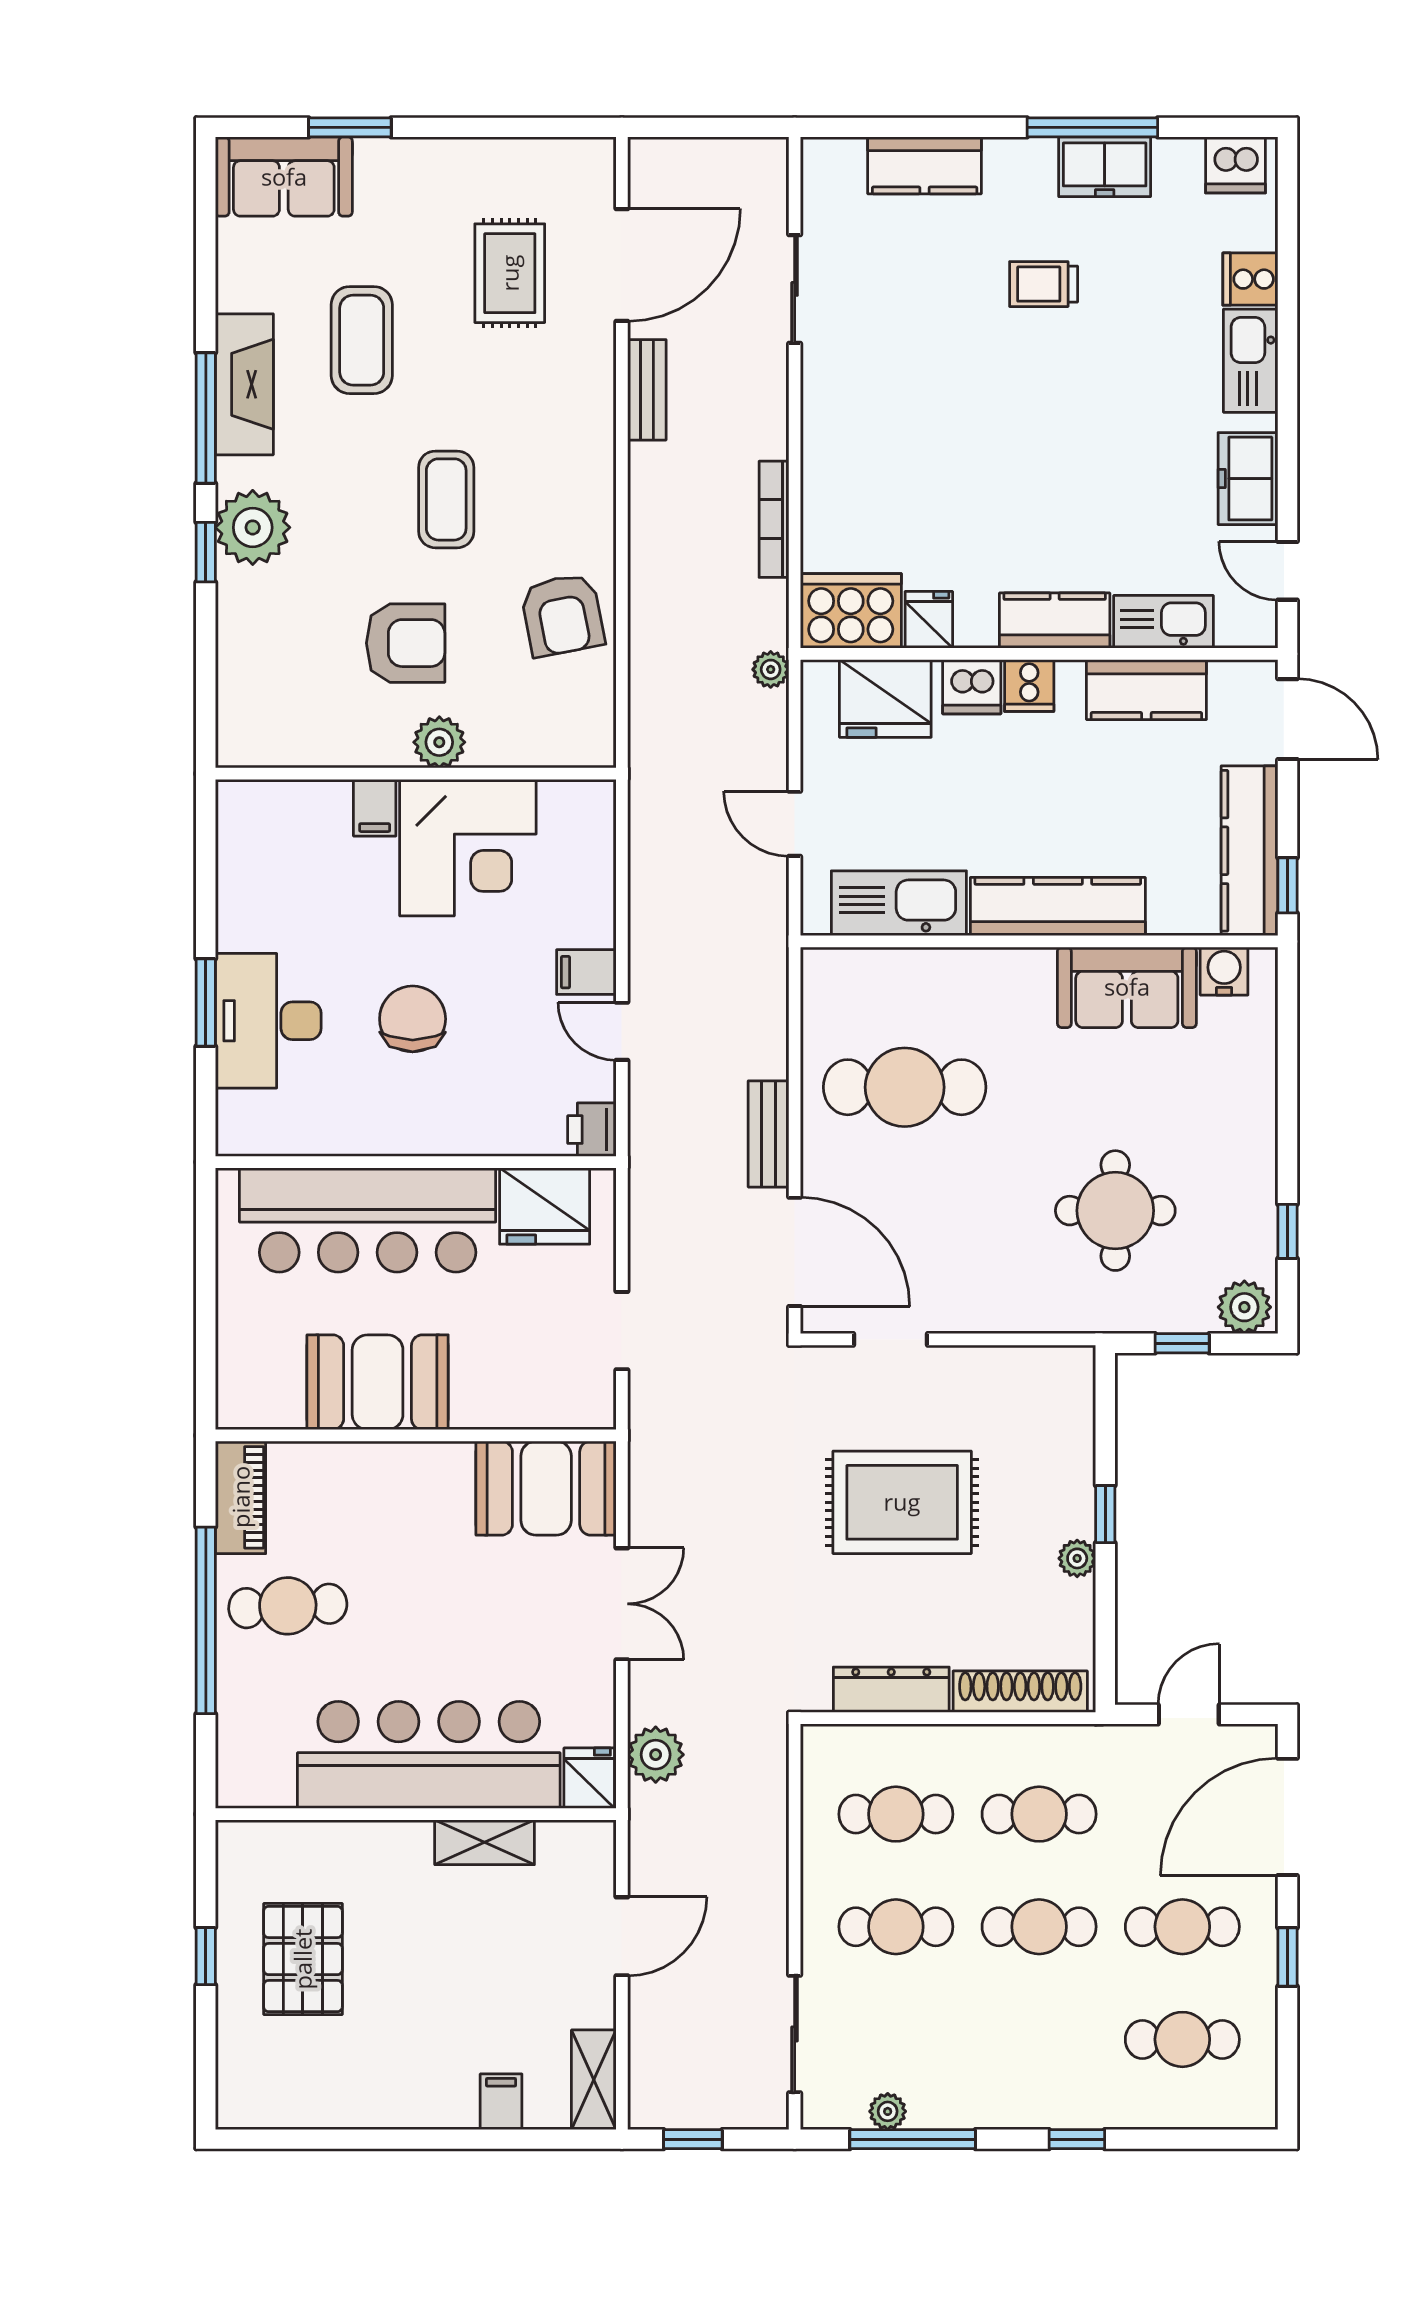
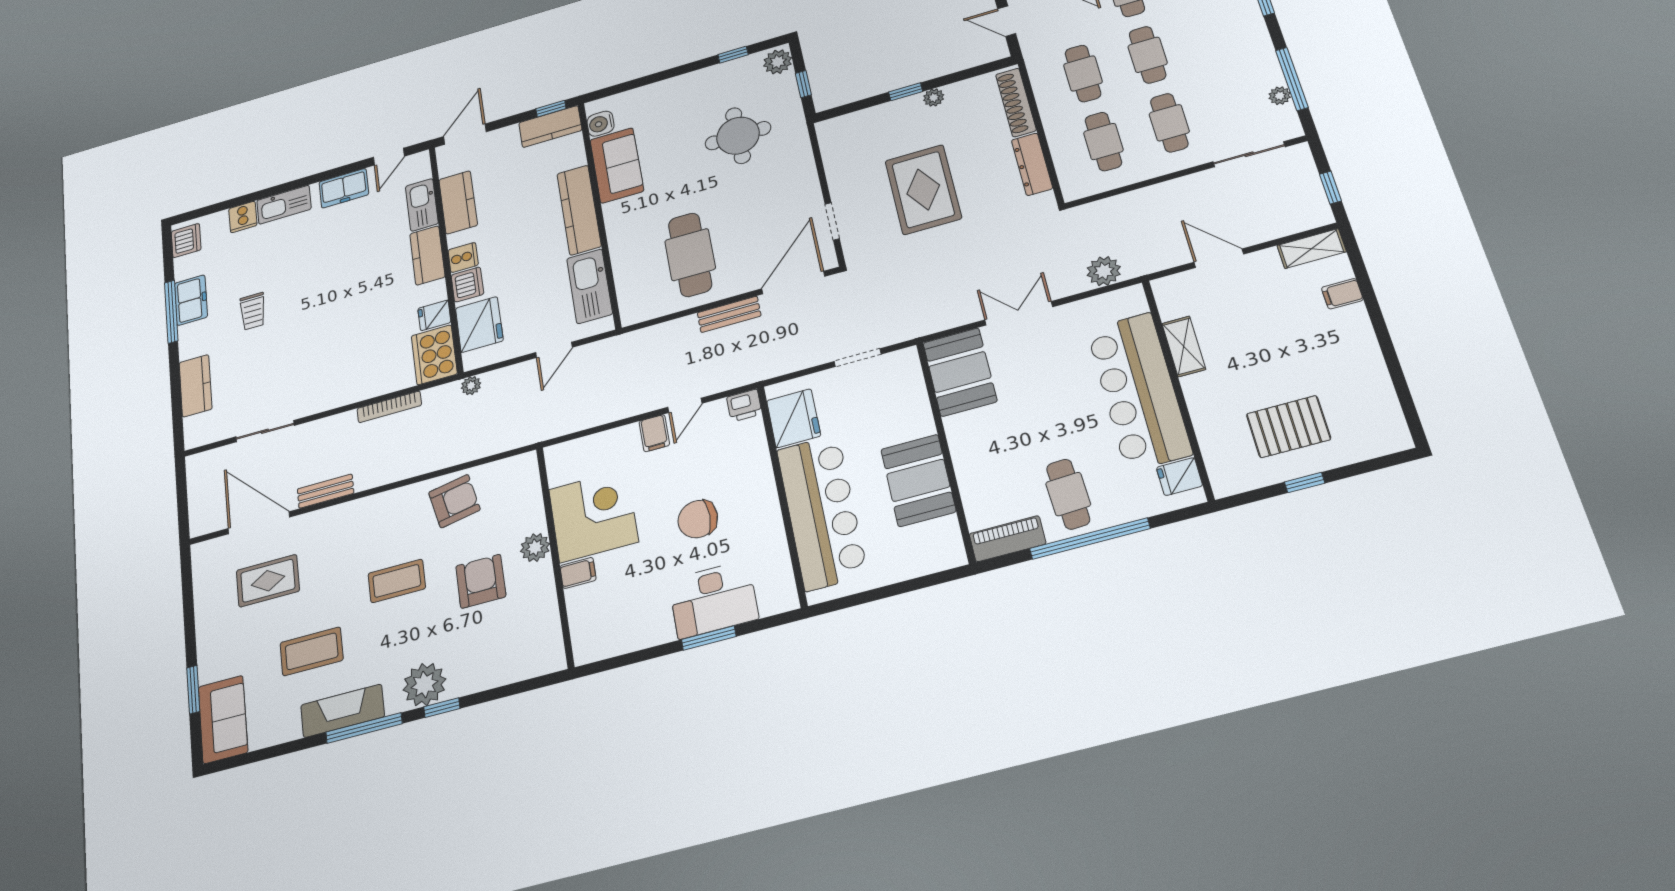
kitchen counter: (1250, 851) -> (550, 127), width x0.67
fridge: (589, 1778) -> (1179, 477), moved

